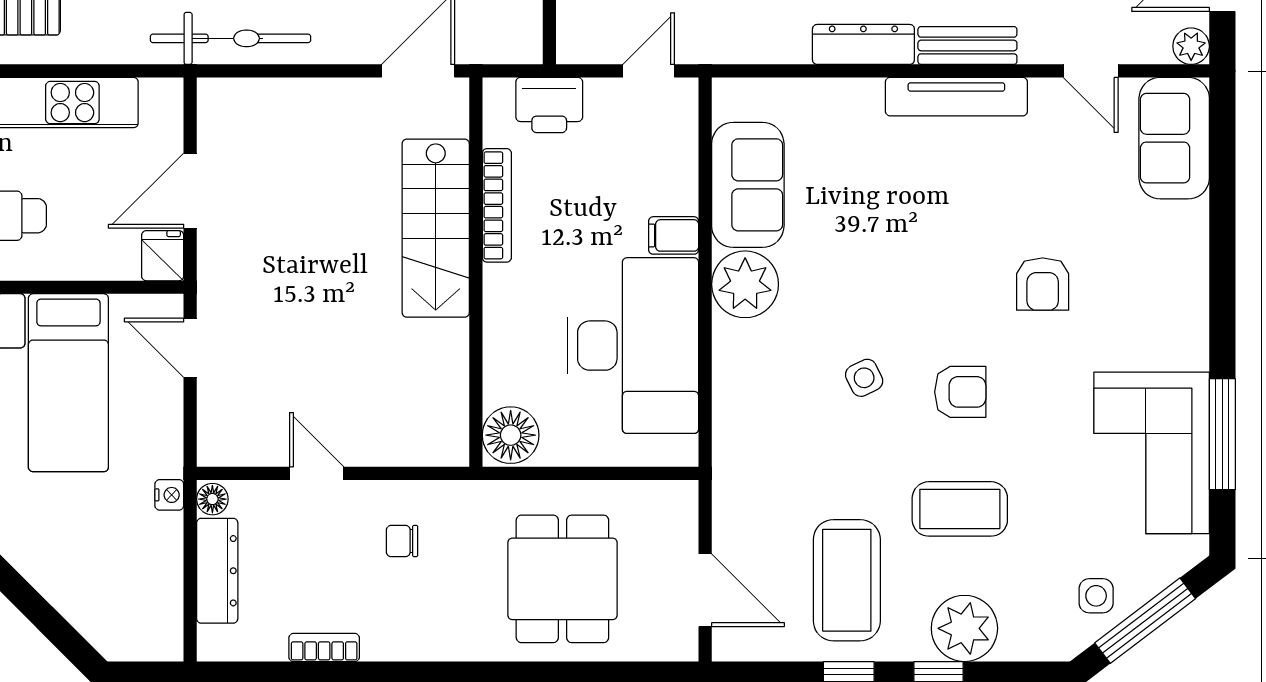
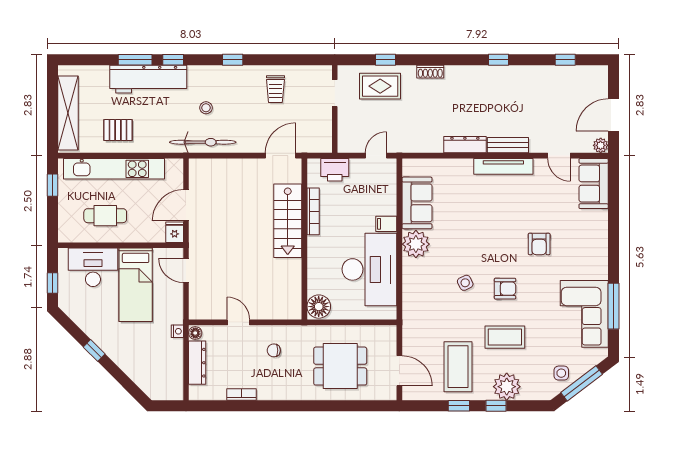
dining table: (562, 579) -> (340, 366), turned 90

